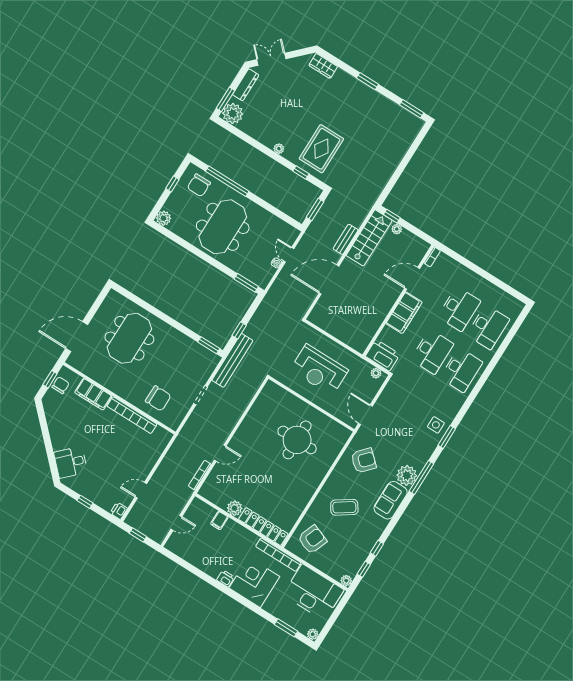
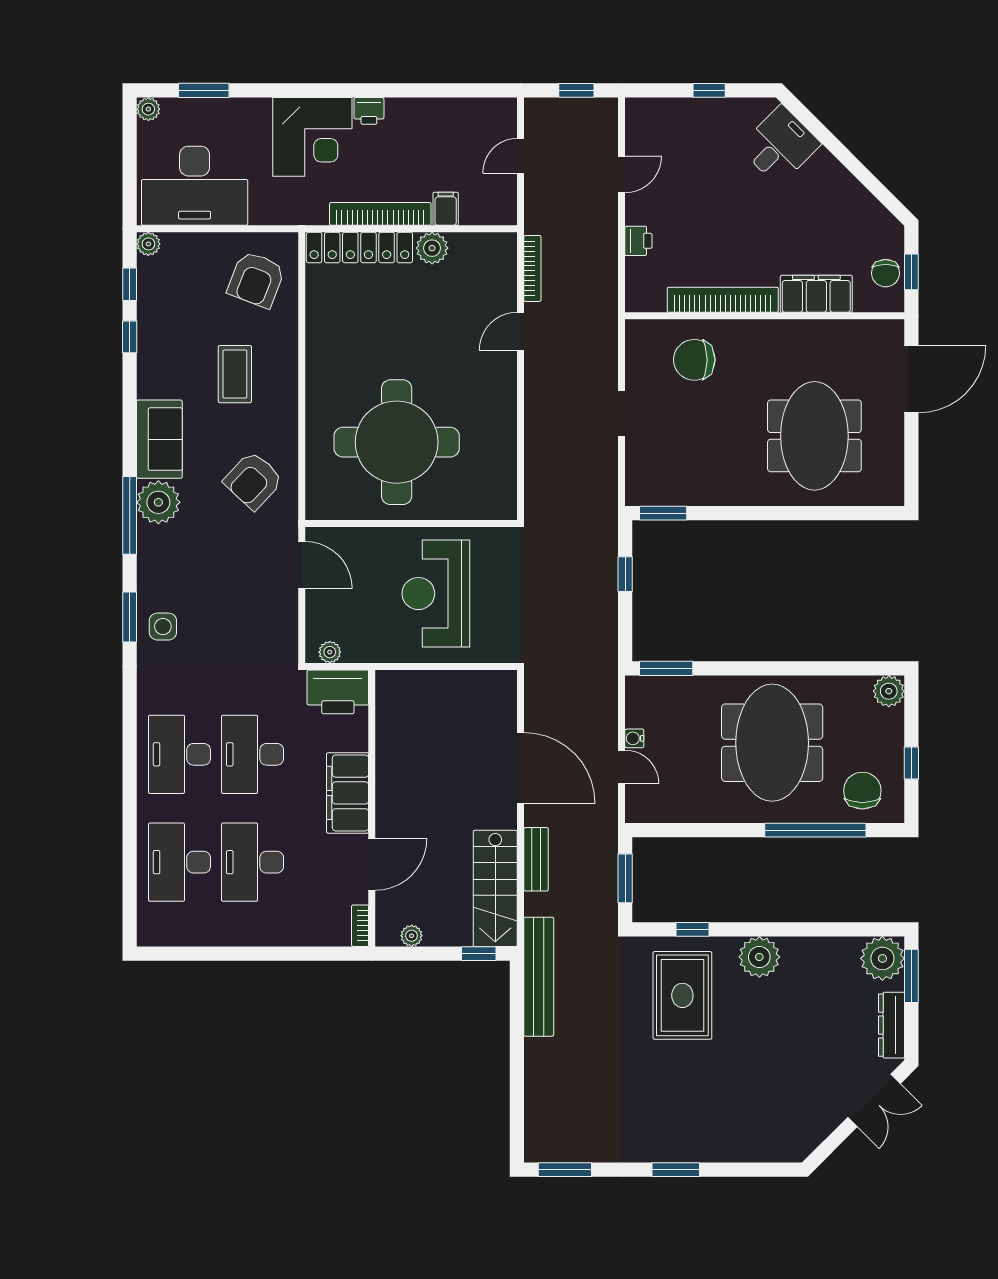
wardrobe: (323, 66) -> (773, 1147), removed
plant: (279, 149) -> (759, 957), width x1.88, depth x1.88
plant: (397, 229) -> (412, 936), moved
door: (329, 280) -> (521, 768), hinge flipped
bench: (232, 360) -> (539, 977), moved
reception desk: (319, 370) -> (436, 594), turned -90
round table: (297, 440) -> (397, 442), width x1.36, depth x1.36
coffee table: (344, 507) -> (235, 374), turned -56
printer: (119, 511) -> (638, 241), moved
bookcase: (278, 555) -> (380, 214), moved

